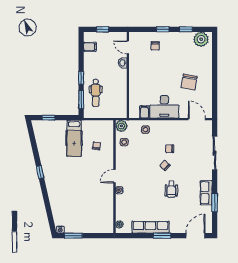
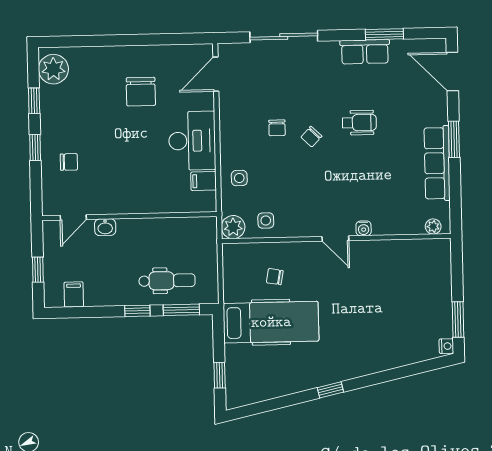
chair: (189, 82) -> (141, 92), turned 80
hospital bed: (74, 138) -> (271, 322), width x1.37, depth x1.29

